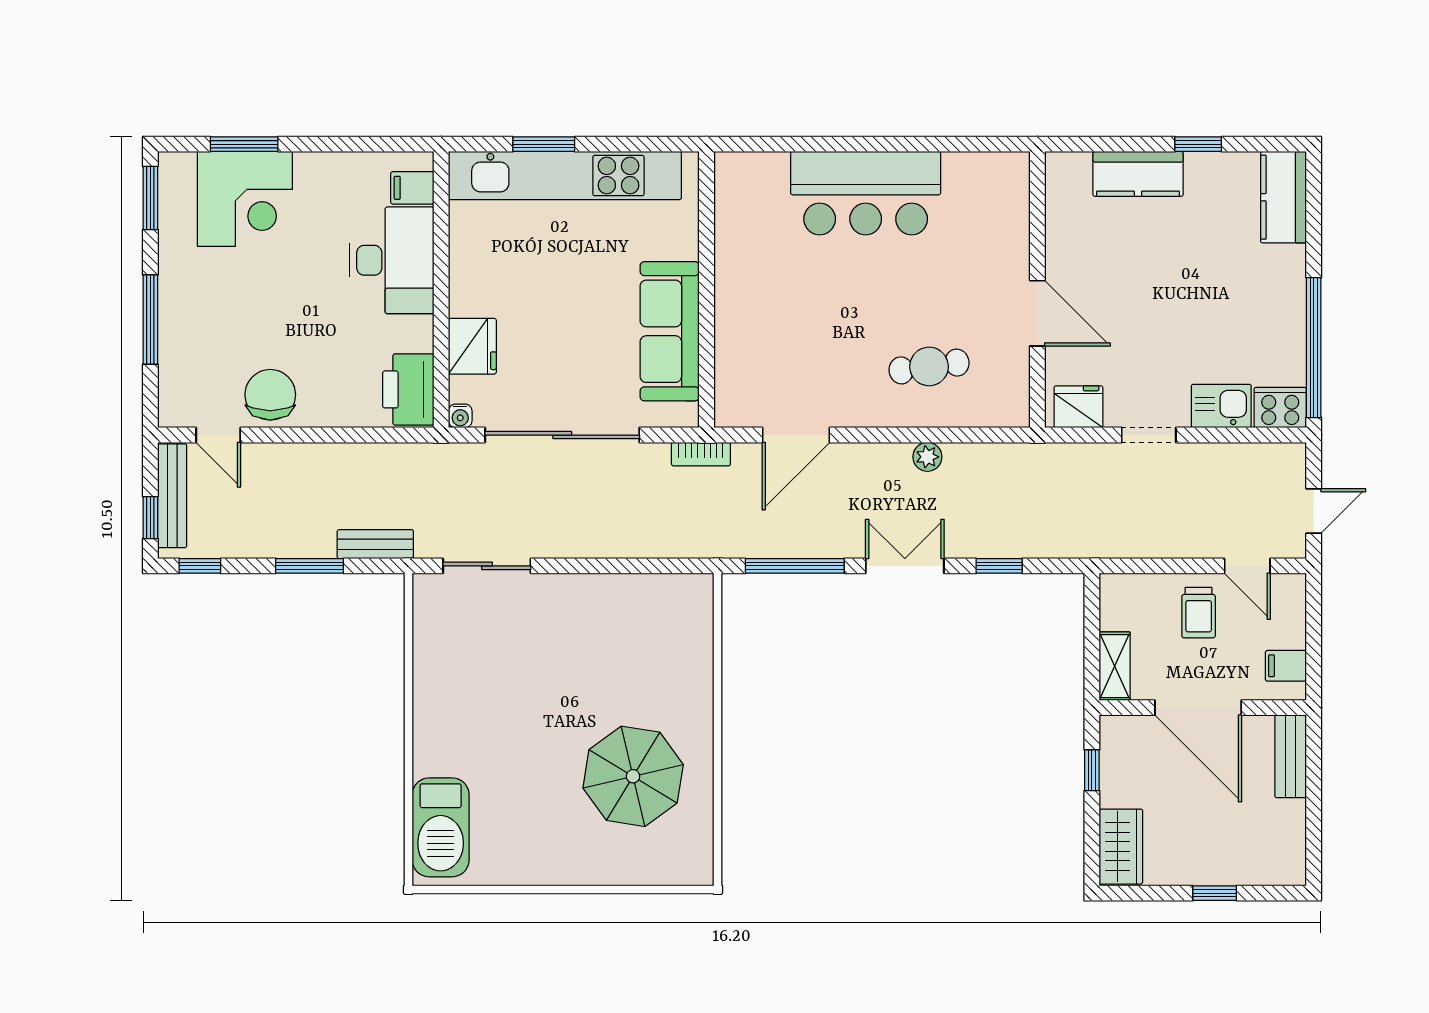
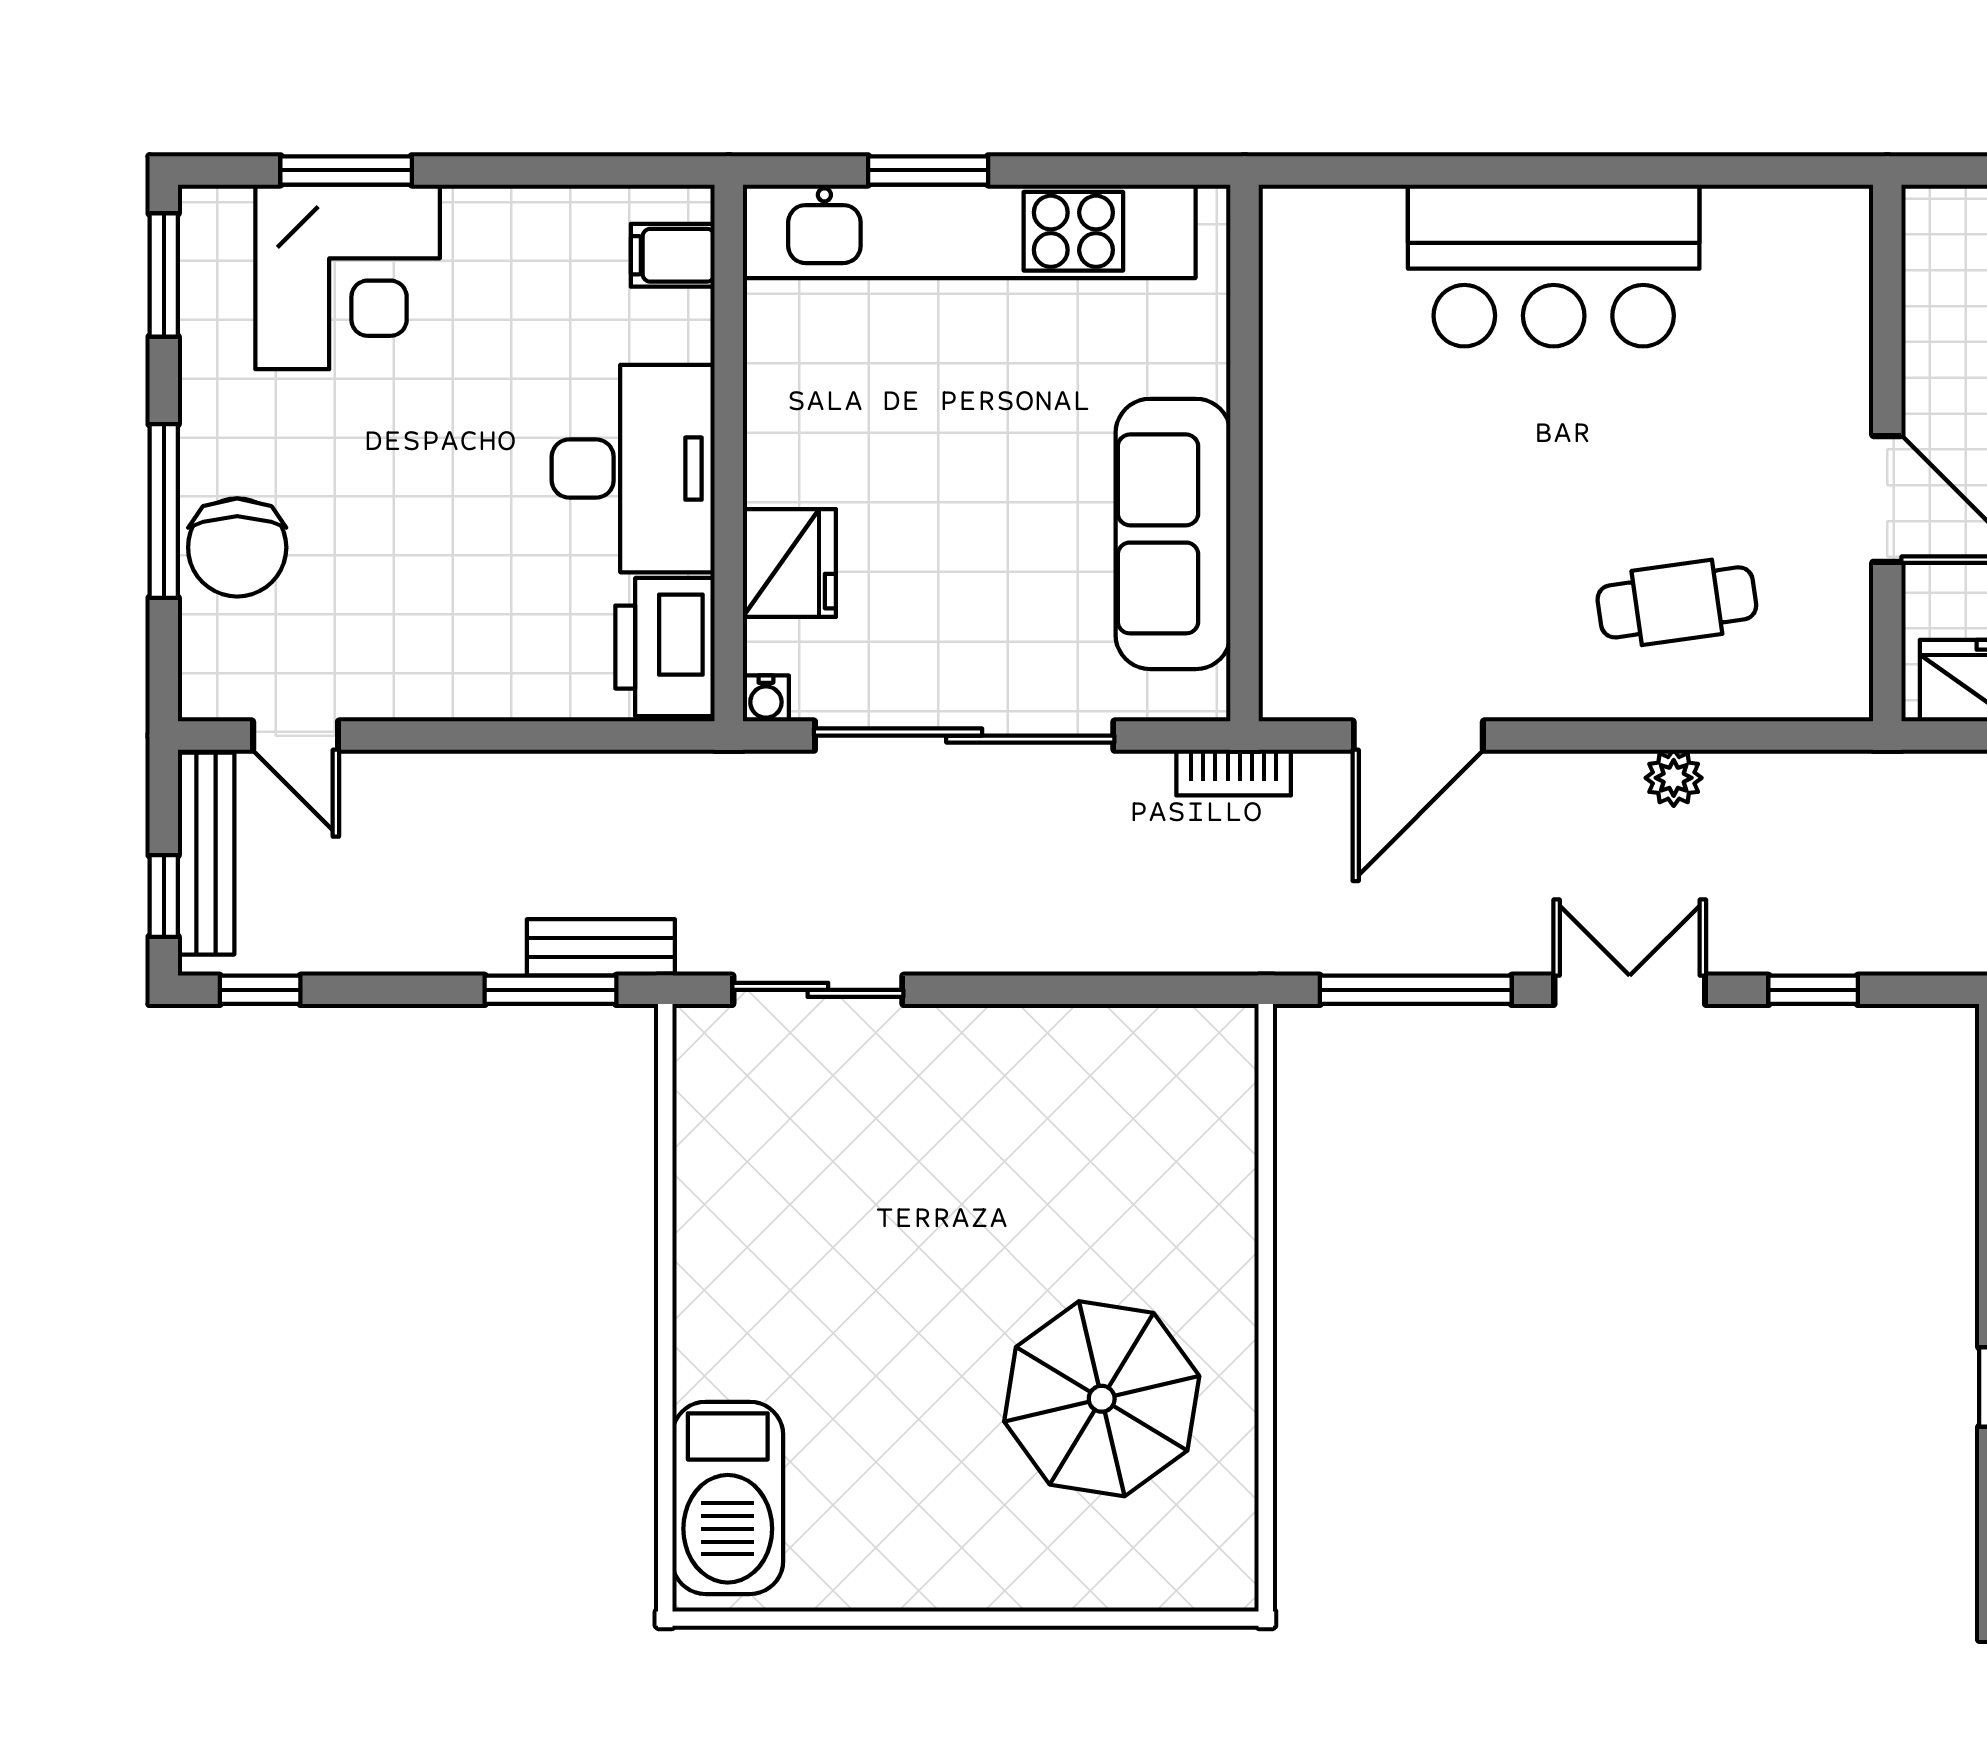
desk: (392, 260) -> (633, 469), moved
chair: (270, 395) -> (237, 547), moved, turned 180
window: (309, 566) -> (551, 990), moved

